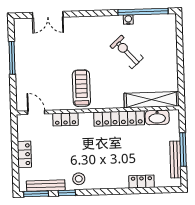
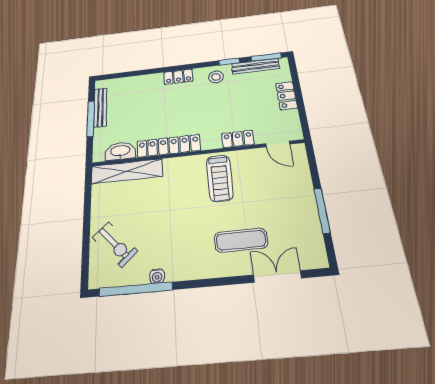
exercise mat: (70, 41) -> (241, 240), added
exercise bike: (127, 52) -> (115, 244), moved
locker: (142, 182) -> (178, 77), moved

